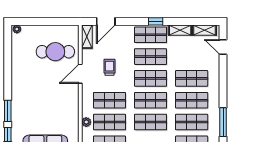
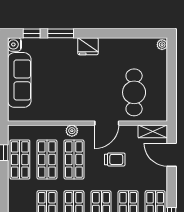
door: (80, 74) -> (107, 123), swing flipped
fridge: (18, 89) -> (88, 46), added
plant: (86, 122) -> (72, 131), moved

